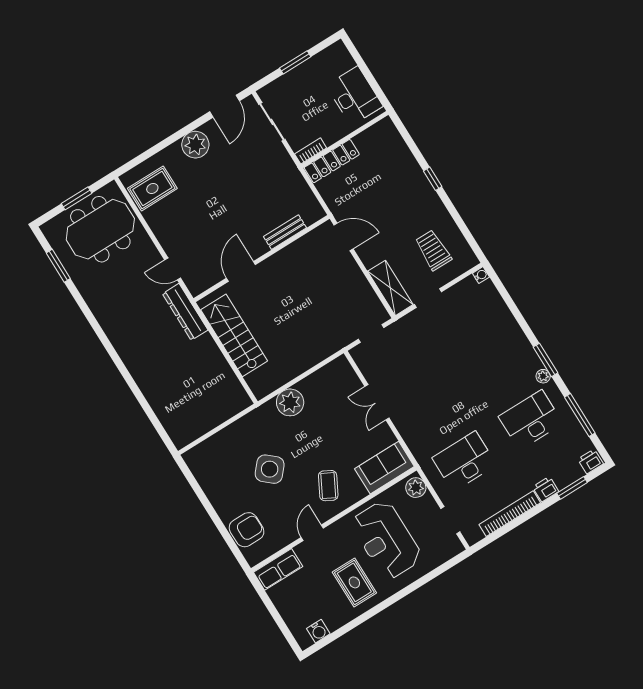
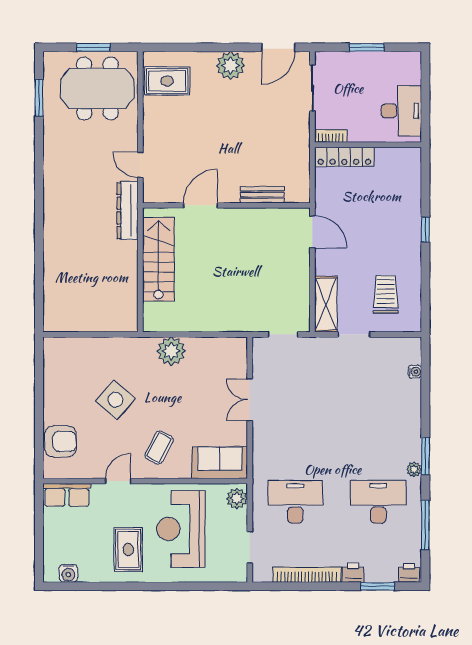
water cooler: (481, 275) -> (415, 372), moved

